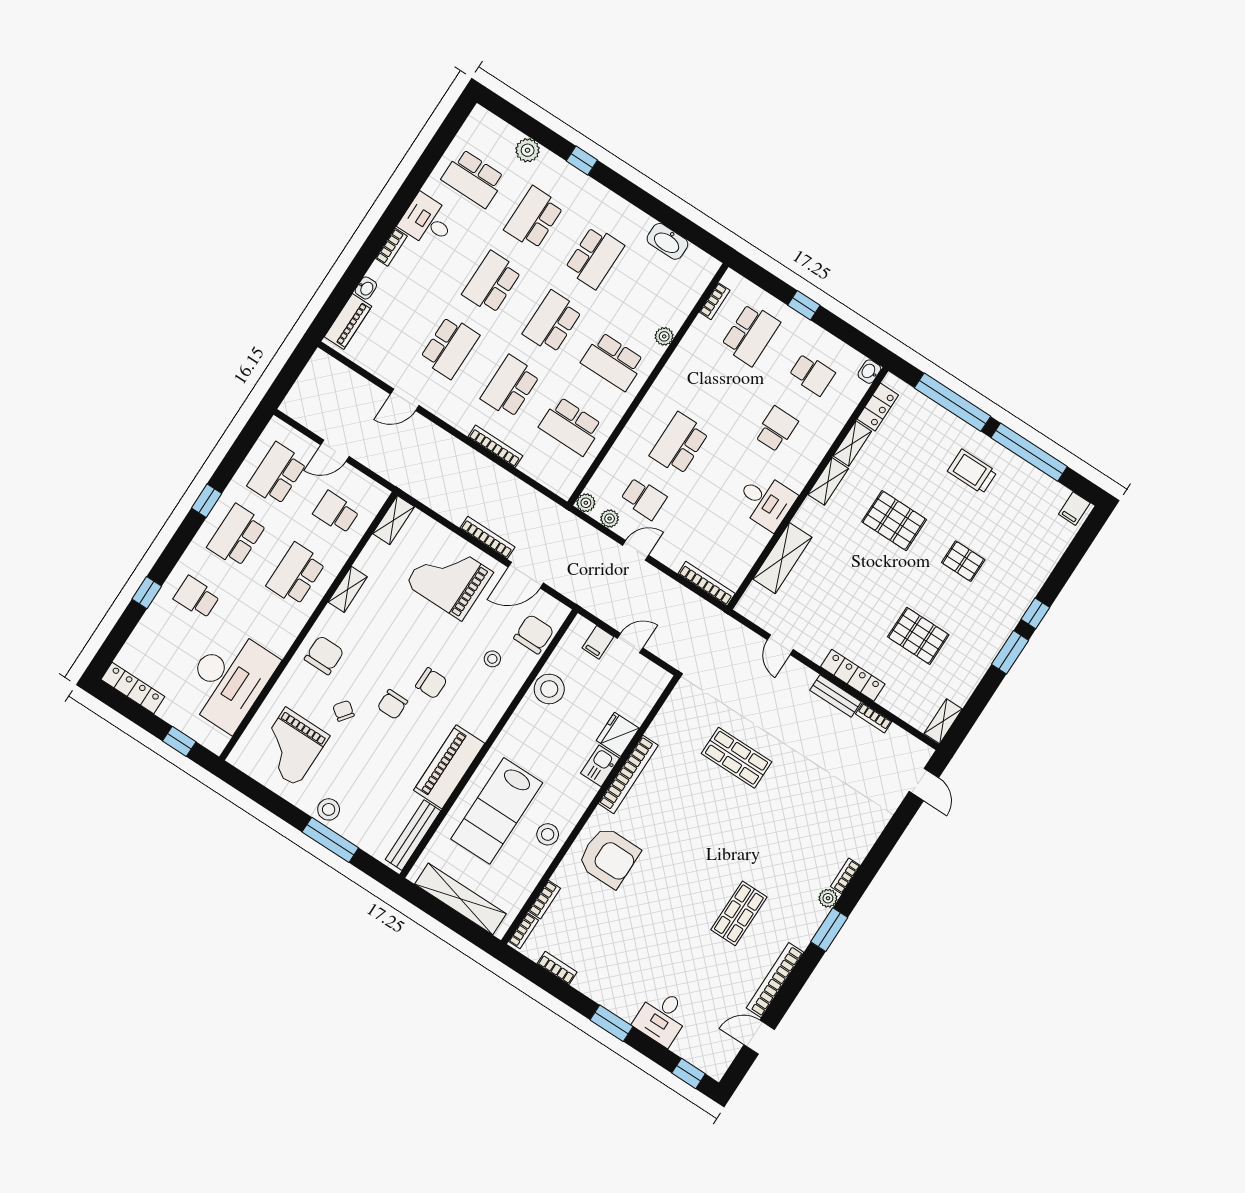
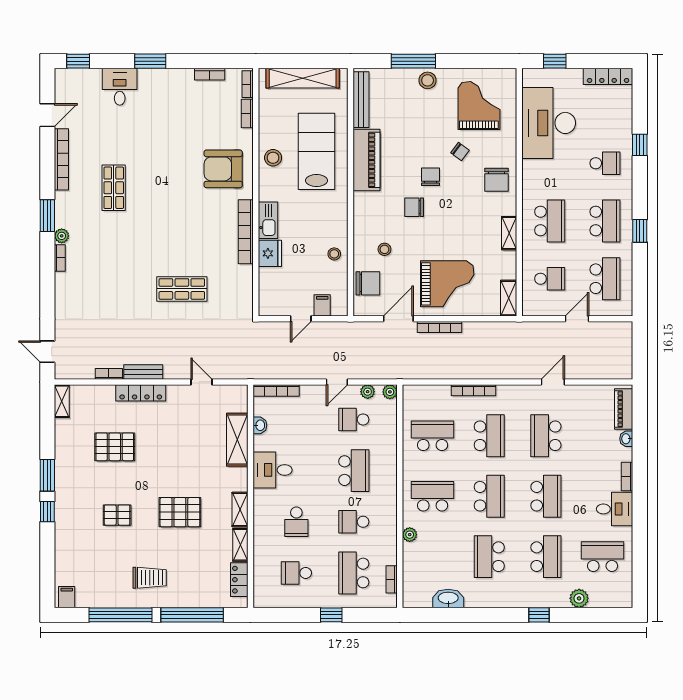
washbasin: (869, 372) -> (260, 425), moved
school desk: (715, 389) -> (354, 522), added
chair: (534, 634) -> (368, 283), turned -90
stool: (549, 689) -> (334, 254), width x0.53, depth x0.53
kitchen sink: (600, 766) -> (268, 220), width x1.38

